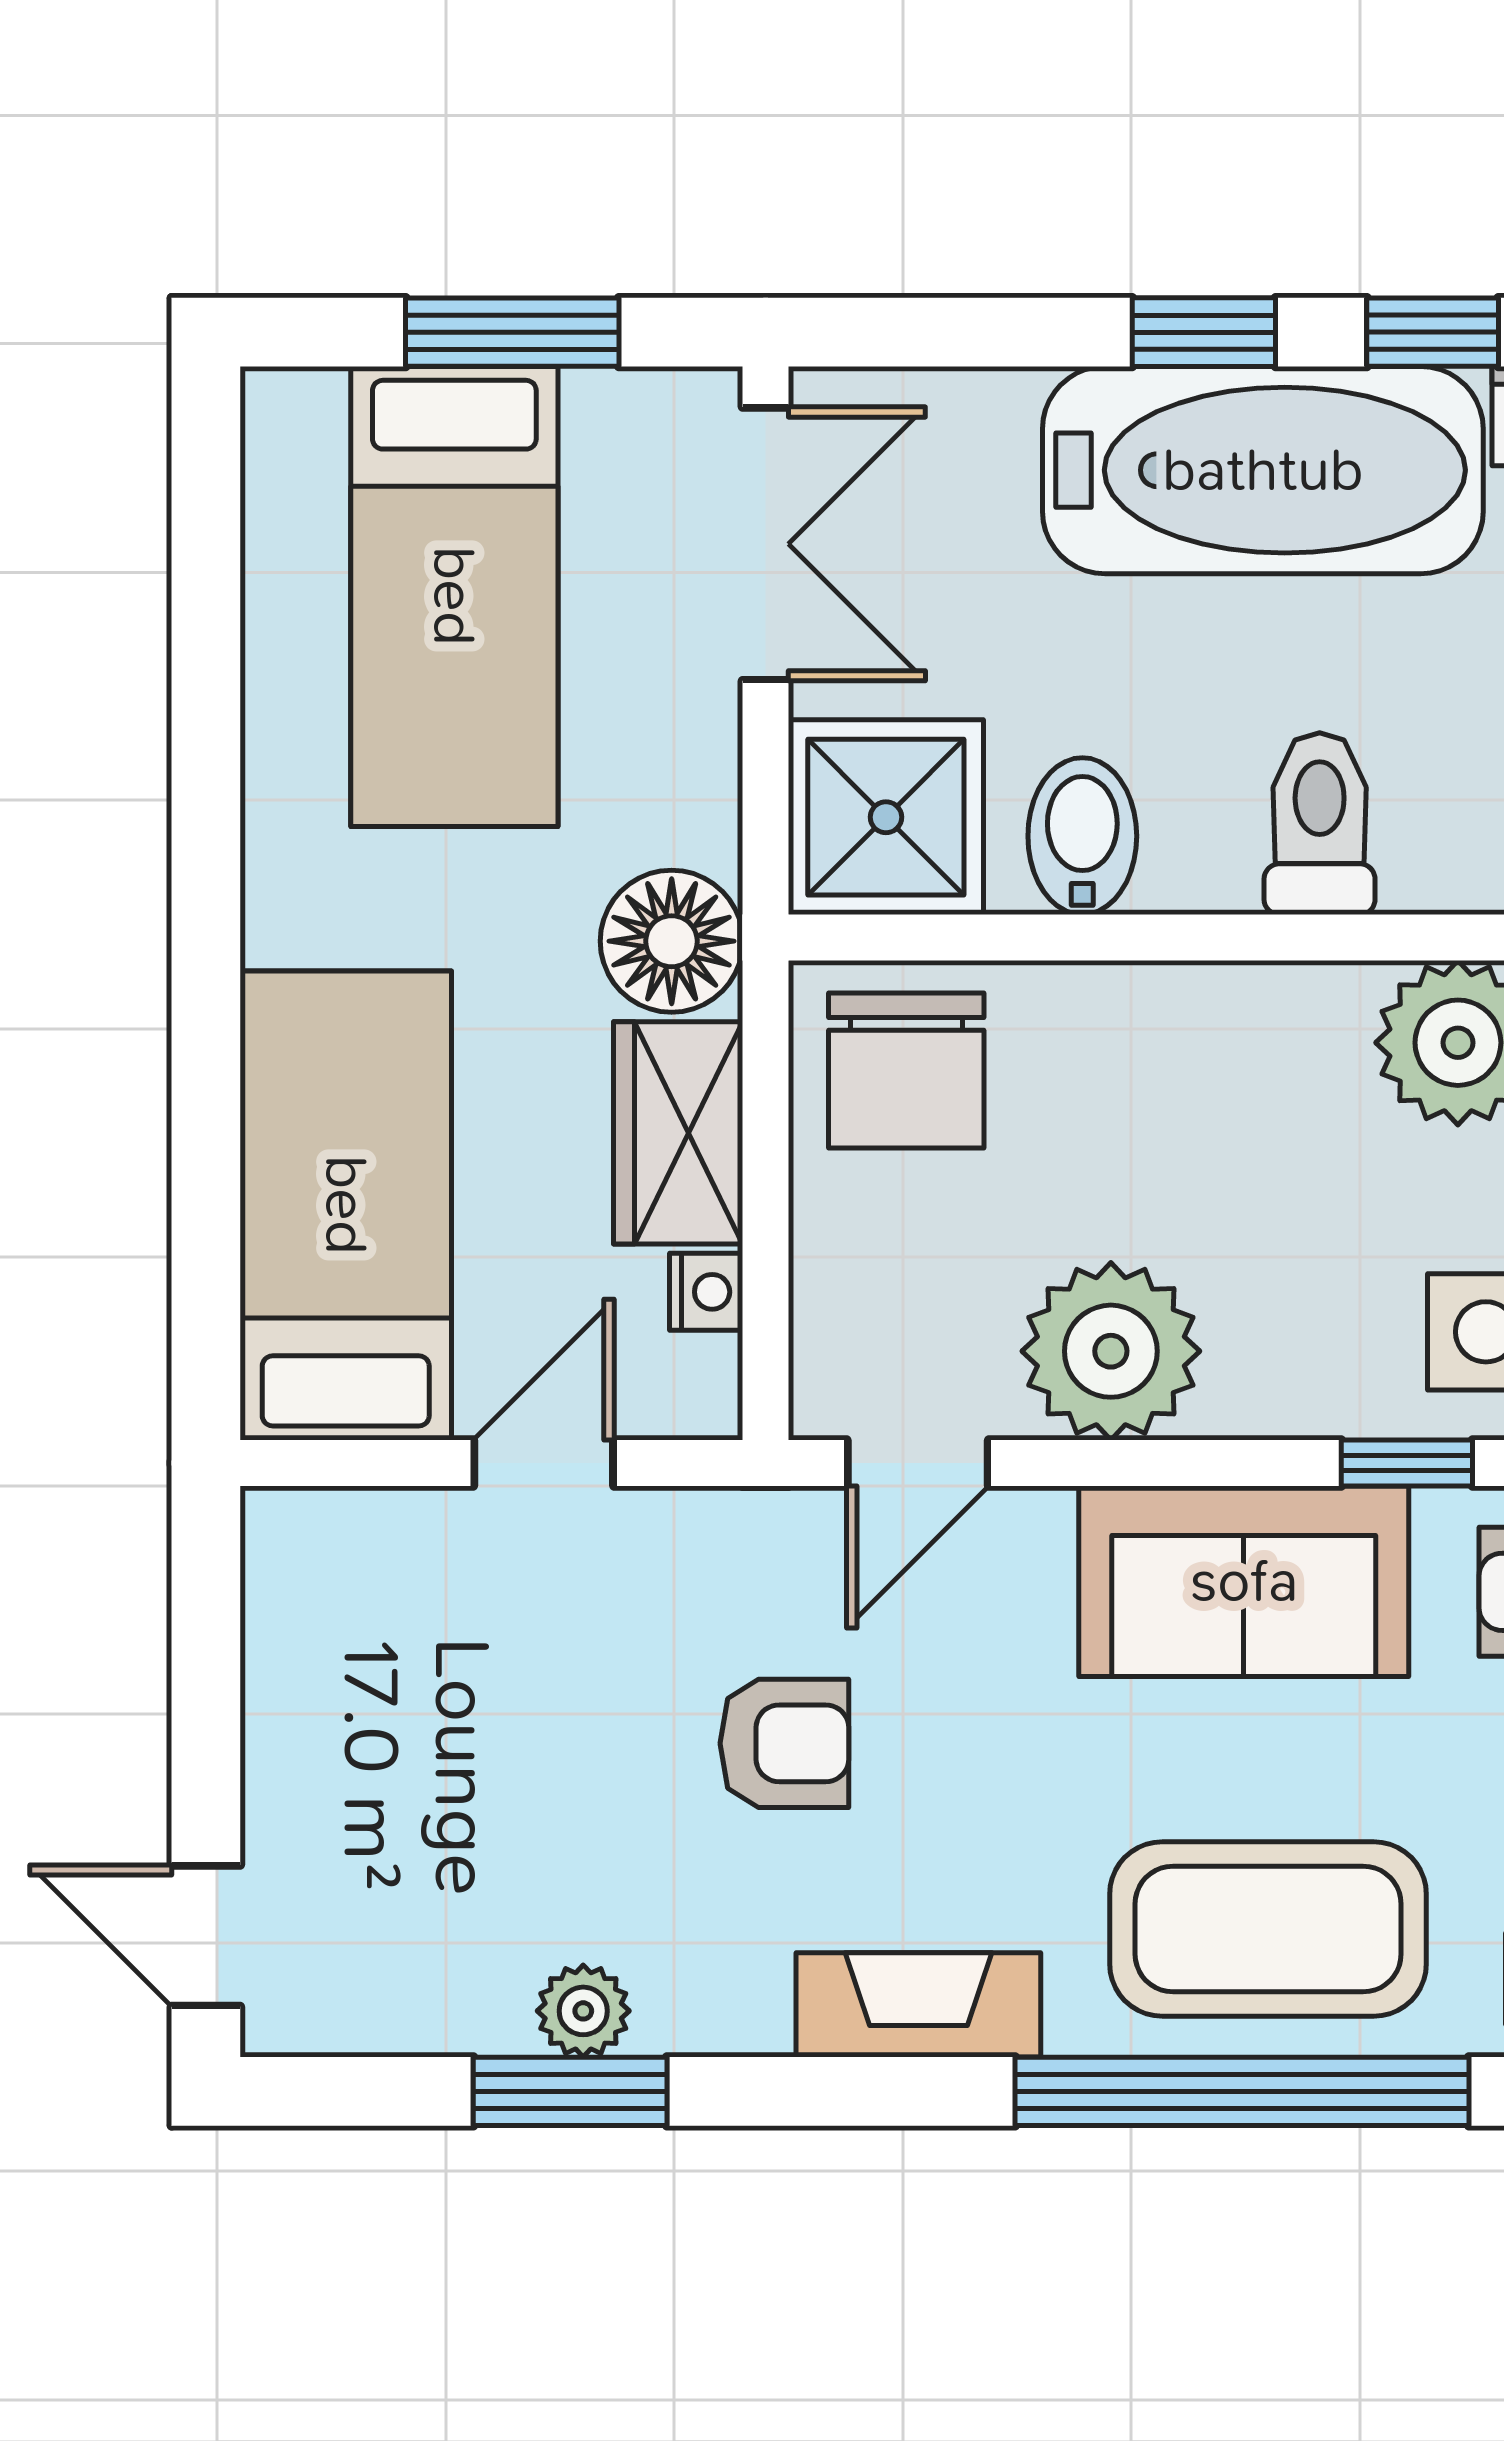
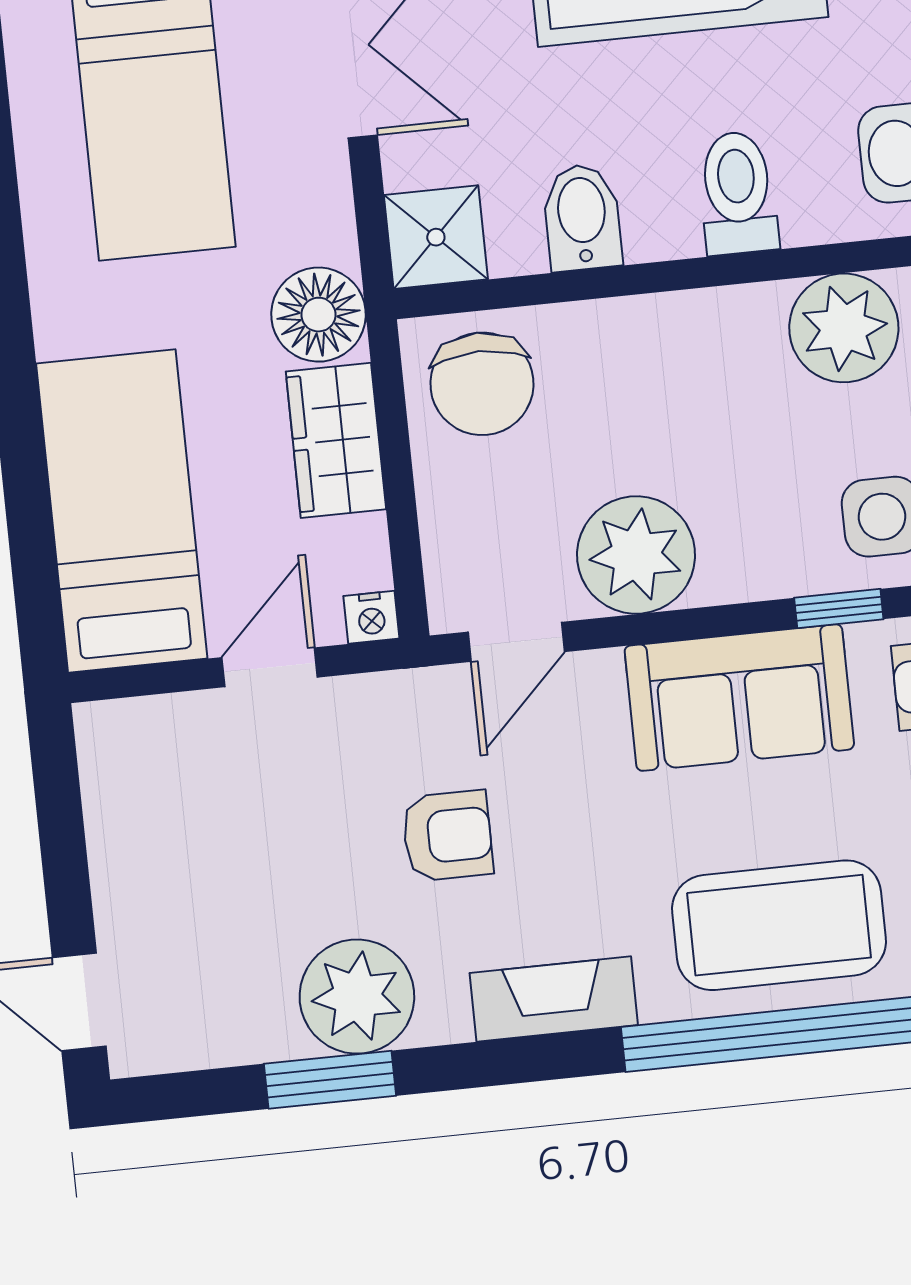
shower: (886, 817) -> (436, 237), width x0.73, depth x0.73
nightstand: (706, 1292) -> (371, 617), moved, turned 90
plant: (583, 2011) -> (357, 997), width x1.88, depth x1.88

